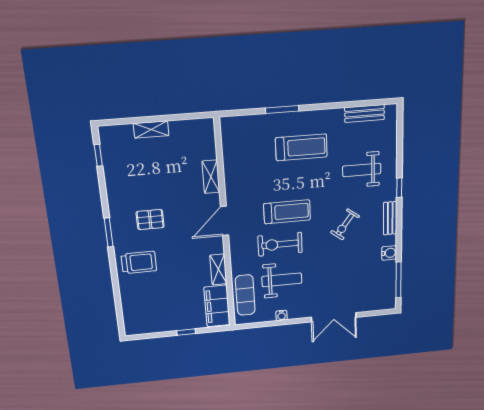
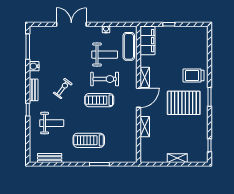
pallet: (150, 220) -> (184, 103), width x2.05, depth x2.00
shelving: (218, 269) -> (145, 77), moved
weight bench: (282, 280) -> (105, 55), turned 180

